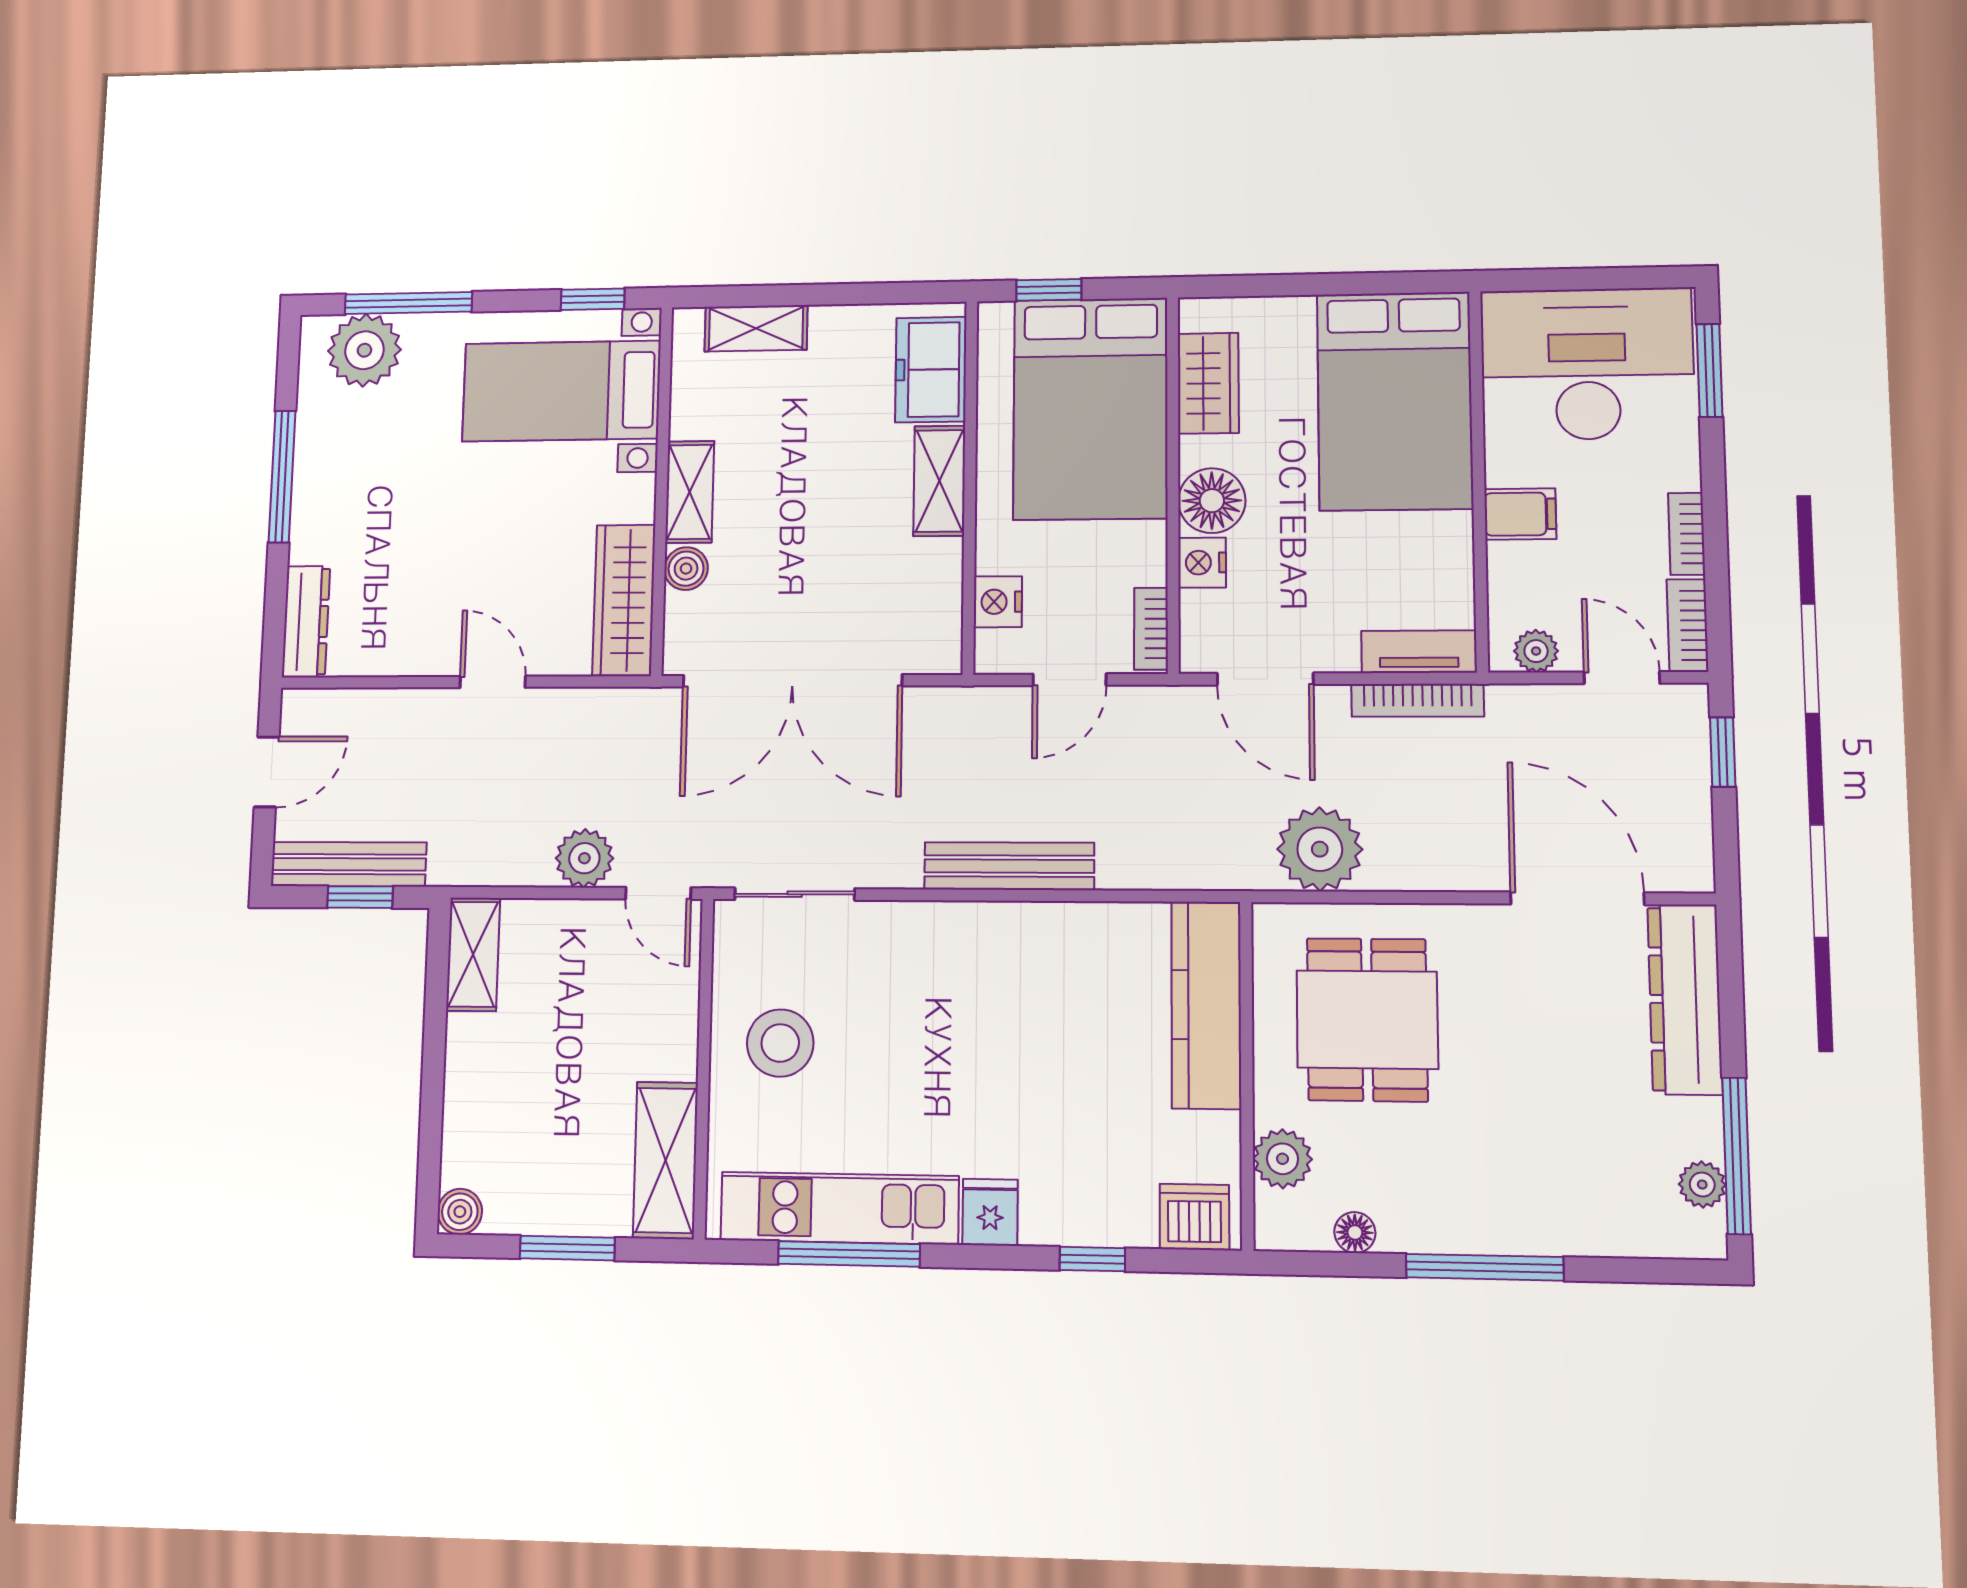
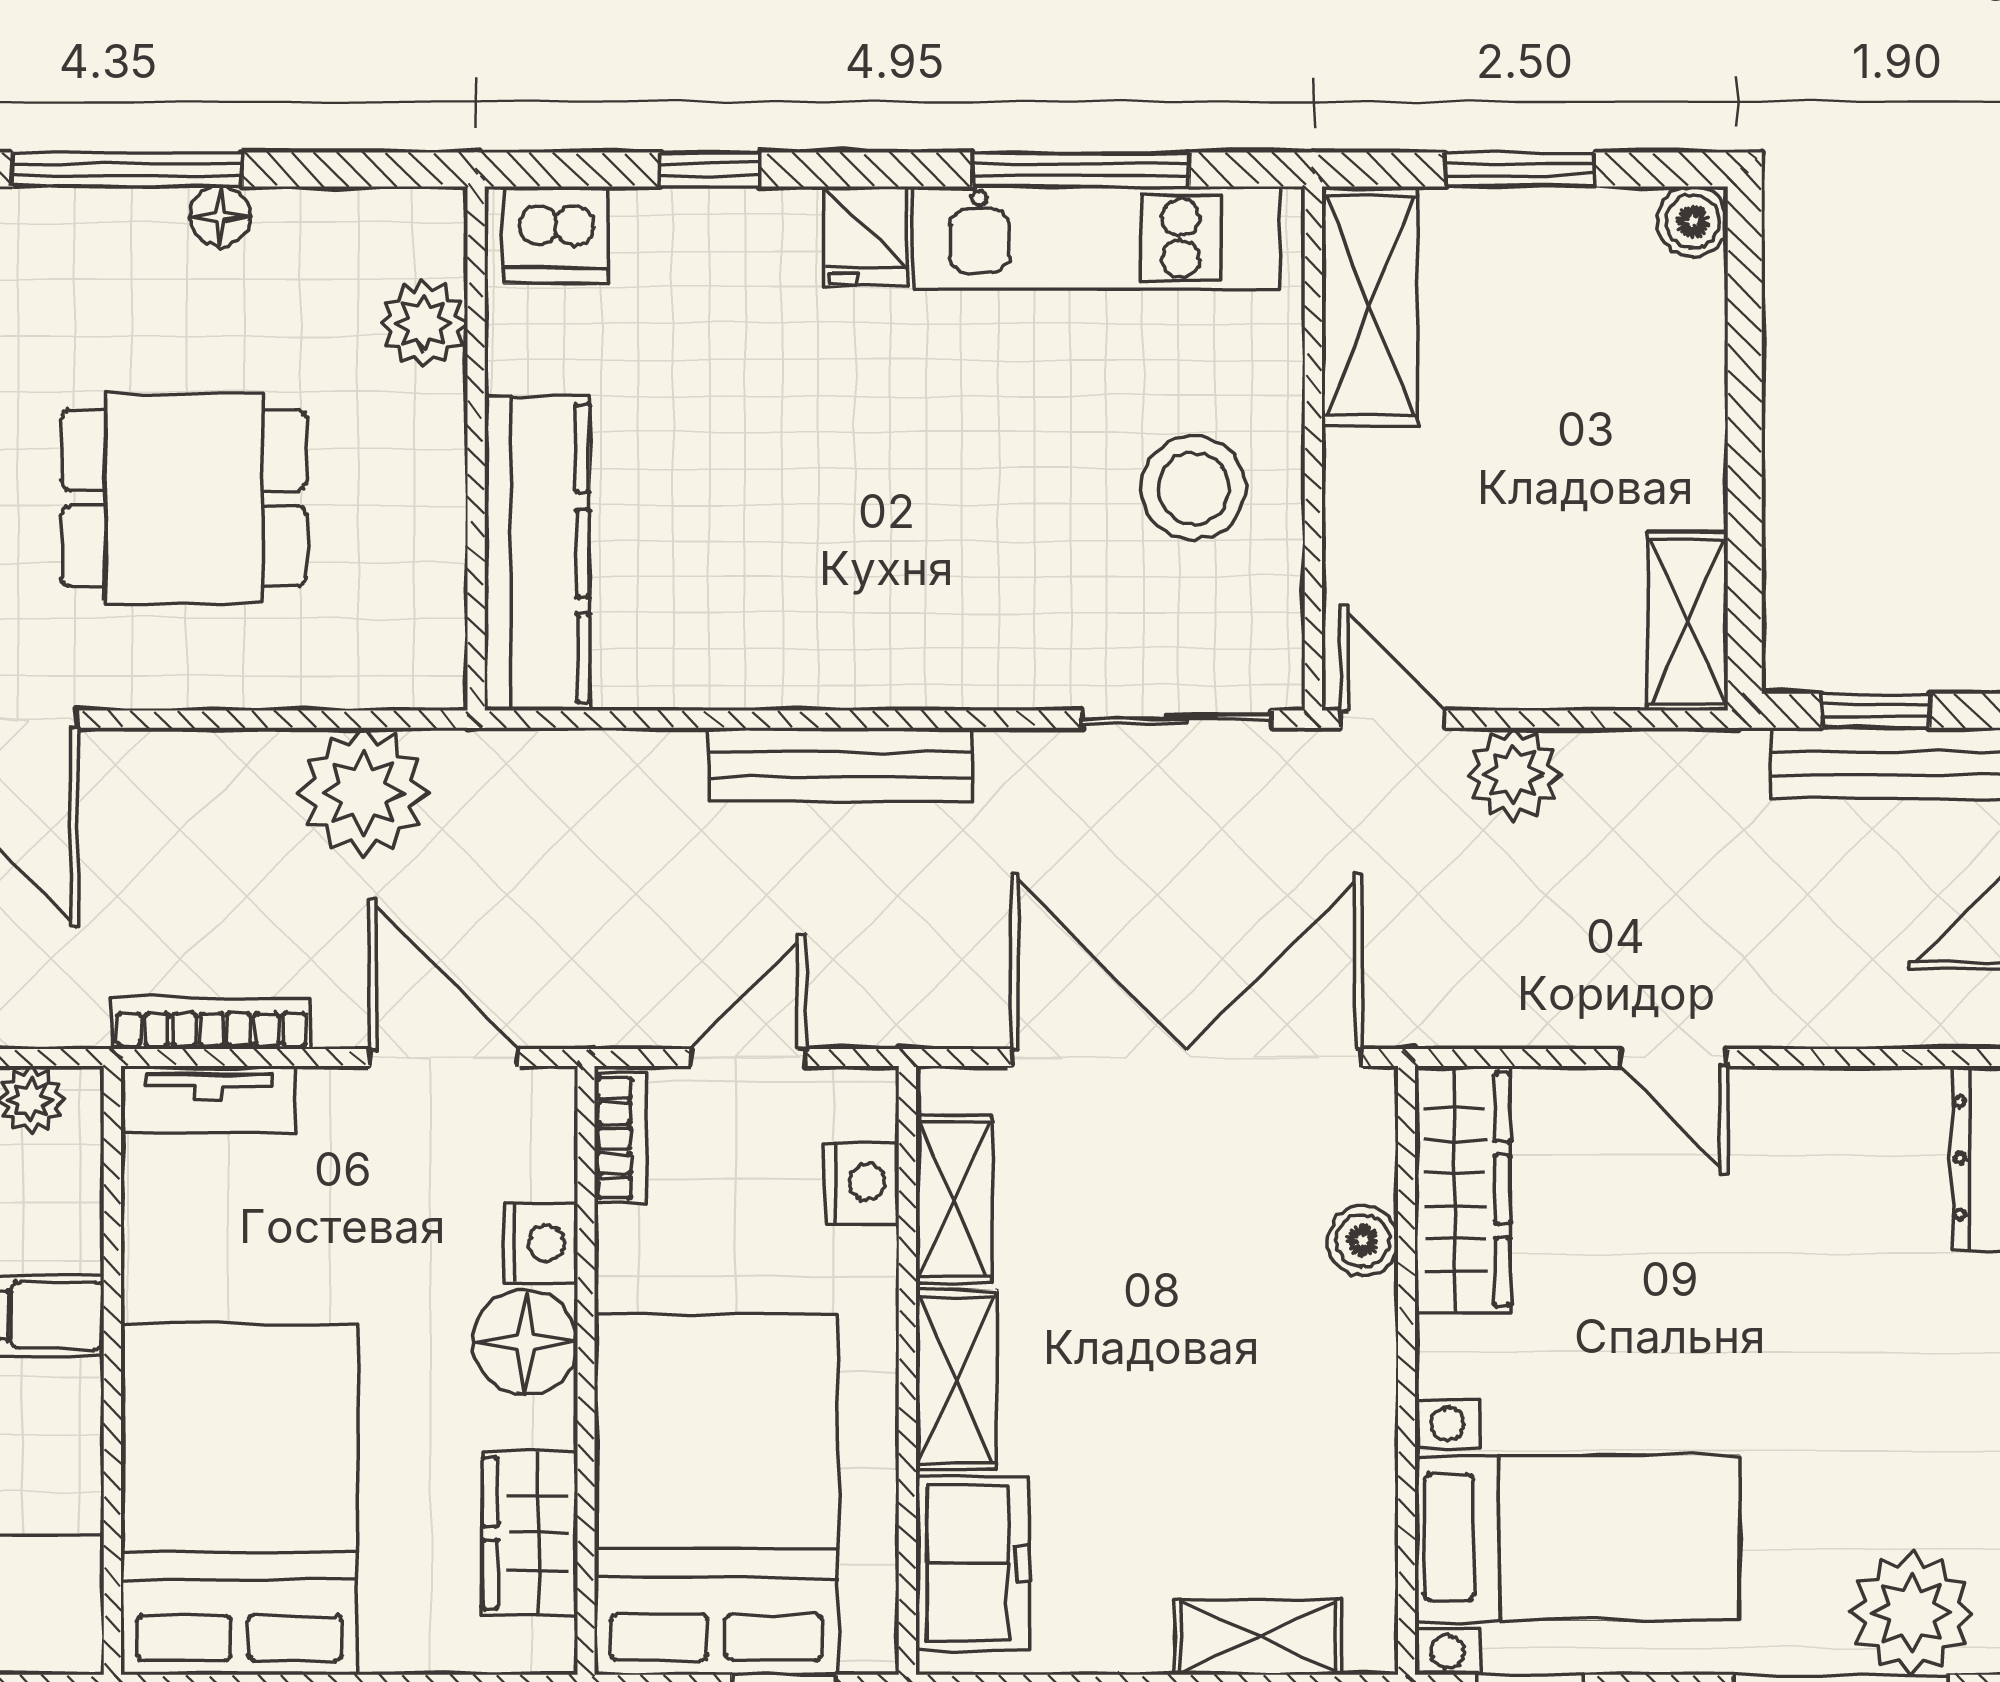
shelving: (690, 492) -> (954, 1199), moved
dining table: (1367, 1020) -> (184, 498), moved, turned 90
floor lamp: (1355, 1232) -> (220, 216), moved

